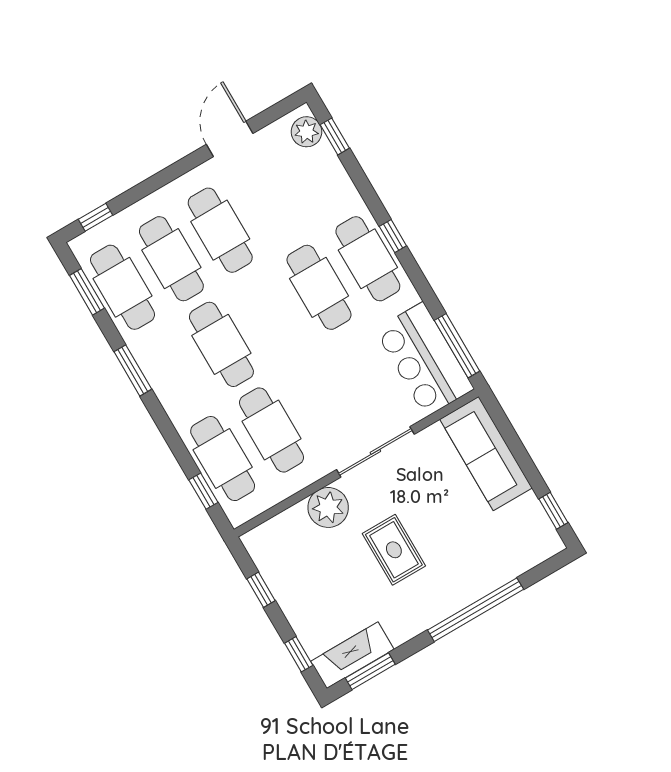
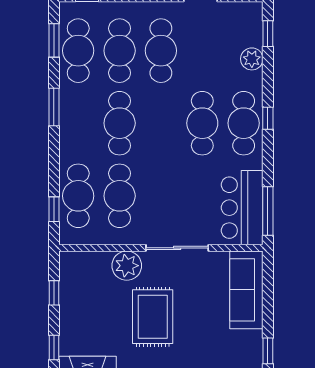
plant: (307, 132) -> (252, 59), moved
rug: (394, 550) -> (153, 317), width x1.36, depth x1.43

